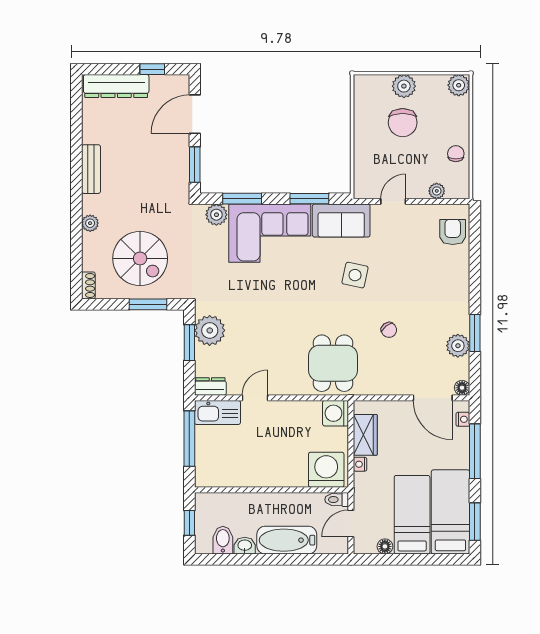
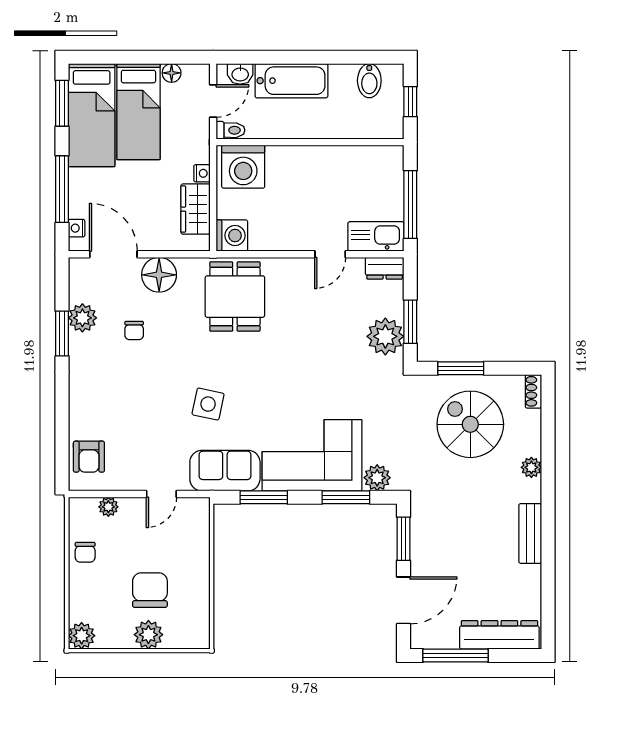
window: (152, 69) -> (455, 655), width x2.17
chair: (389, 330) -> (134, 330), moved, turned -142
floor lamp: (462, 388) -> (159, 275), moved, width x1.89, depth x1.89
washbasin: (245, 546) -> (240, 74), moved

